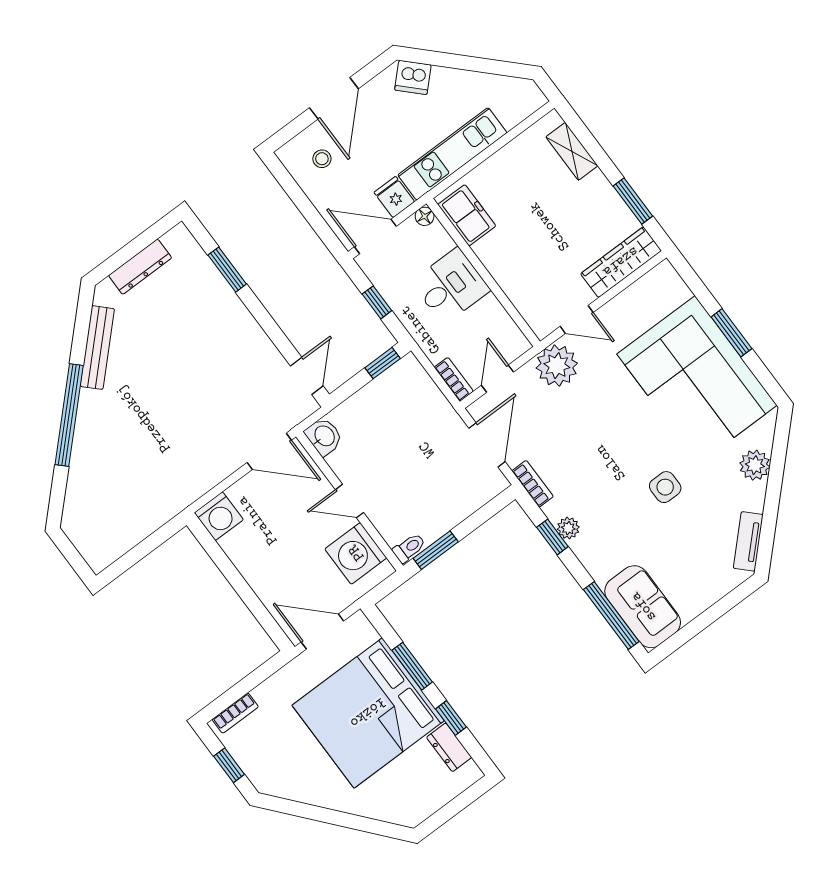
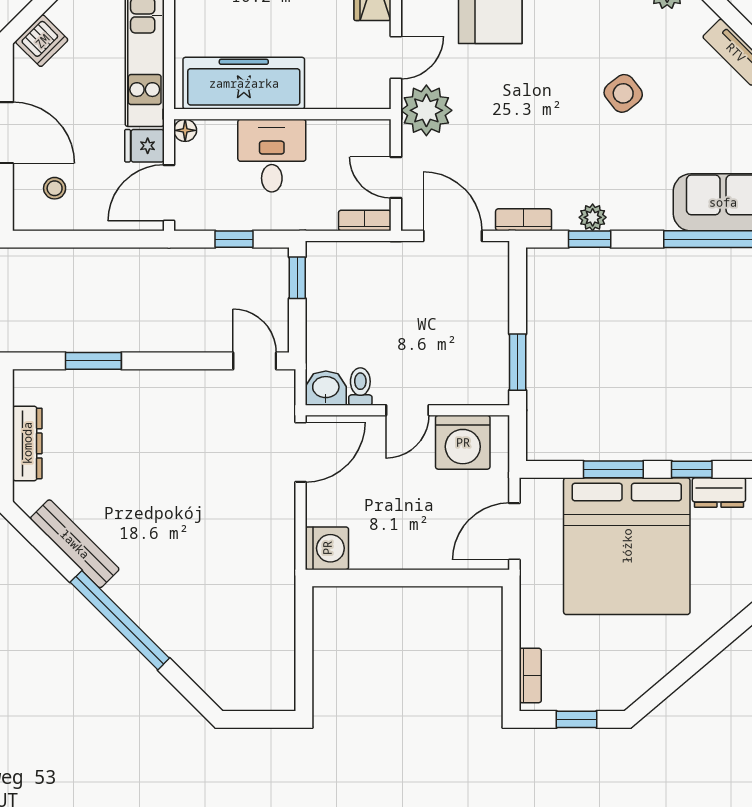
freezer: (467, 215) -> (244, 83), width x1.91, depth x1.26
side table: (665, 487) -> (623, 93), turned -38
toilet: (409, 548) -> (360, 386), moved

